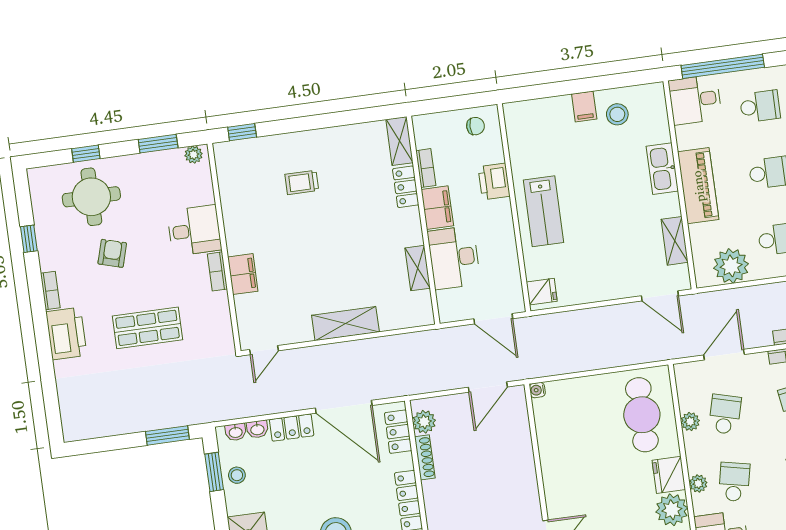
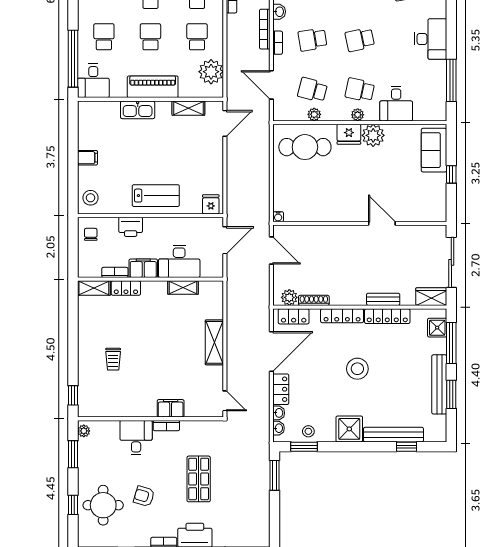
stool: (617, 114) -> (90, 198), moved

